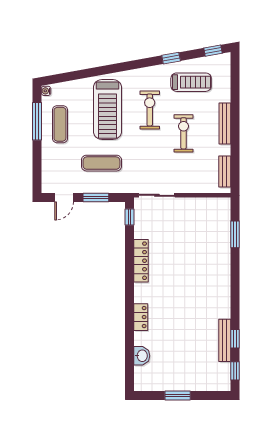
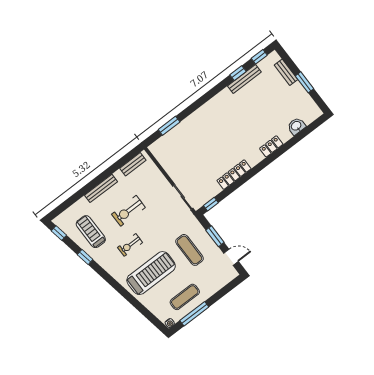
exercise bike: (150, 110) -> (130, 245), width x0.73, depth x0.72
bench: (201, 385) -> (286, 72), added

